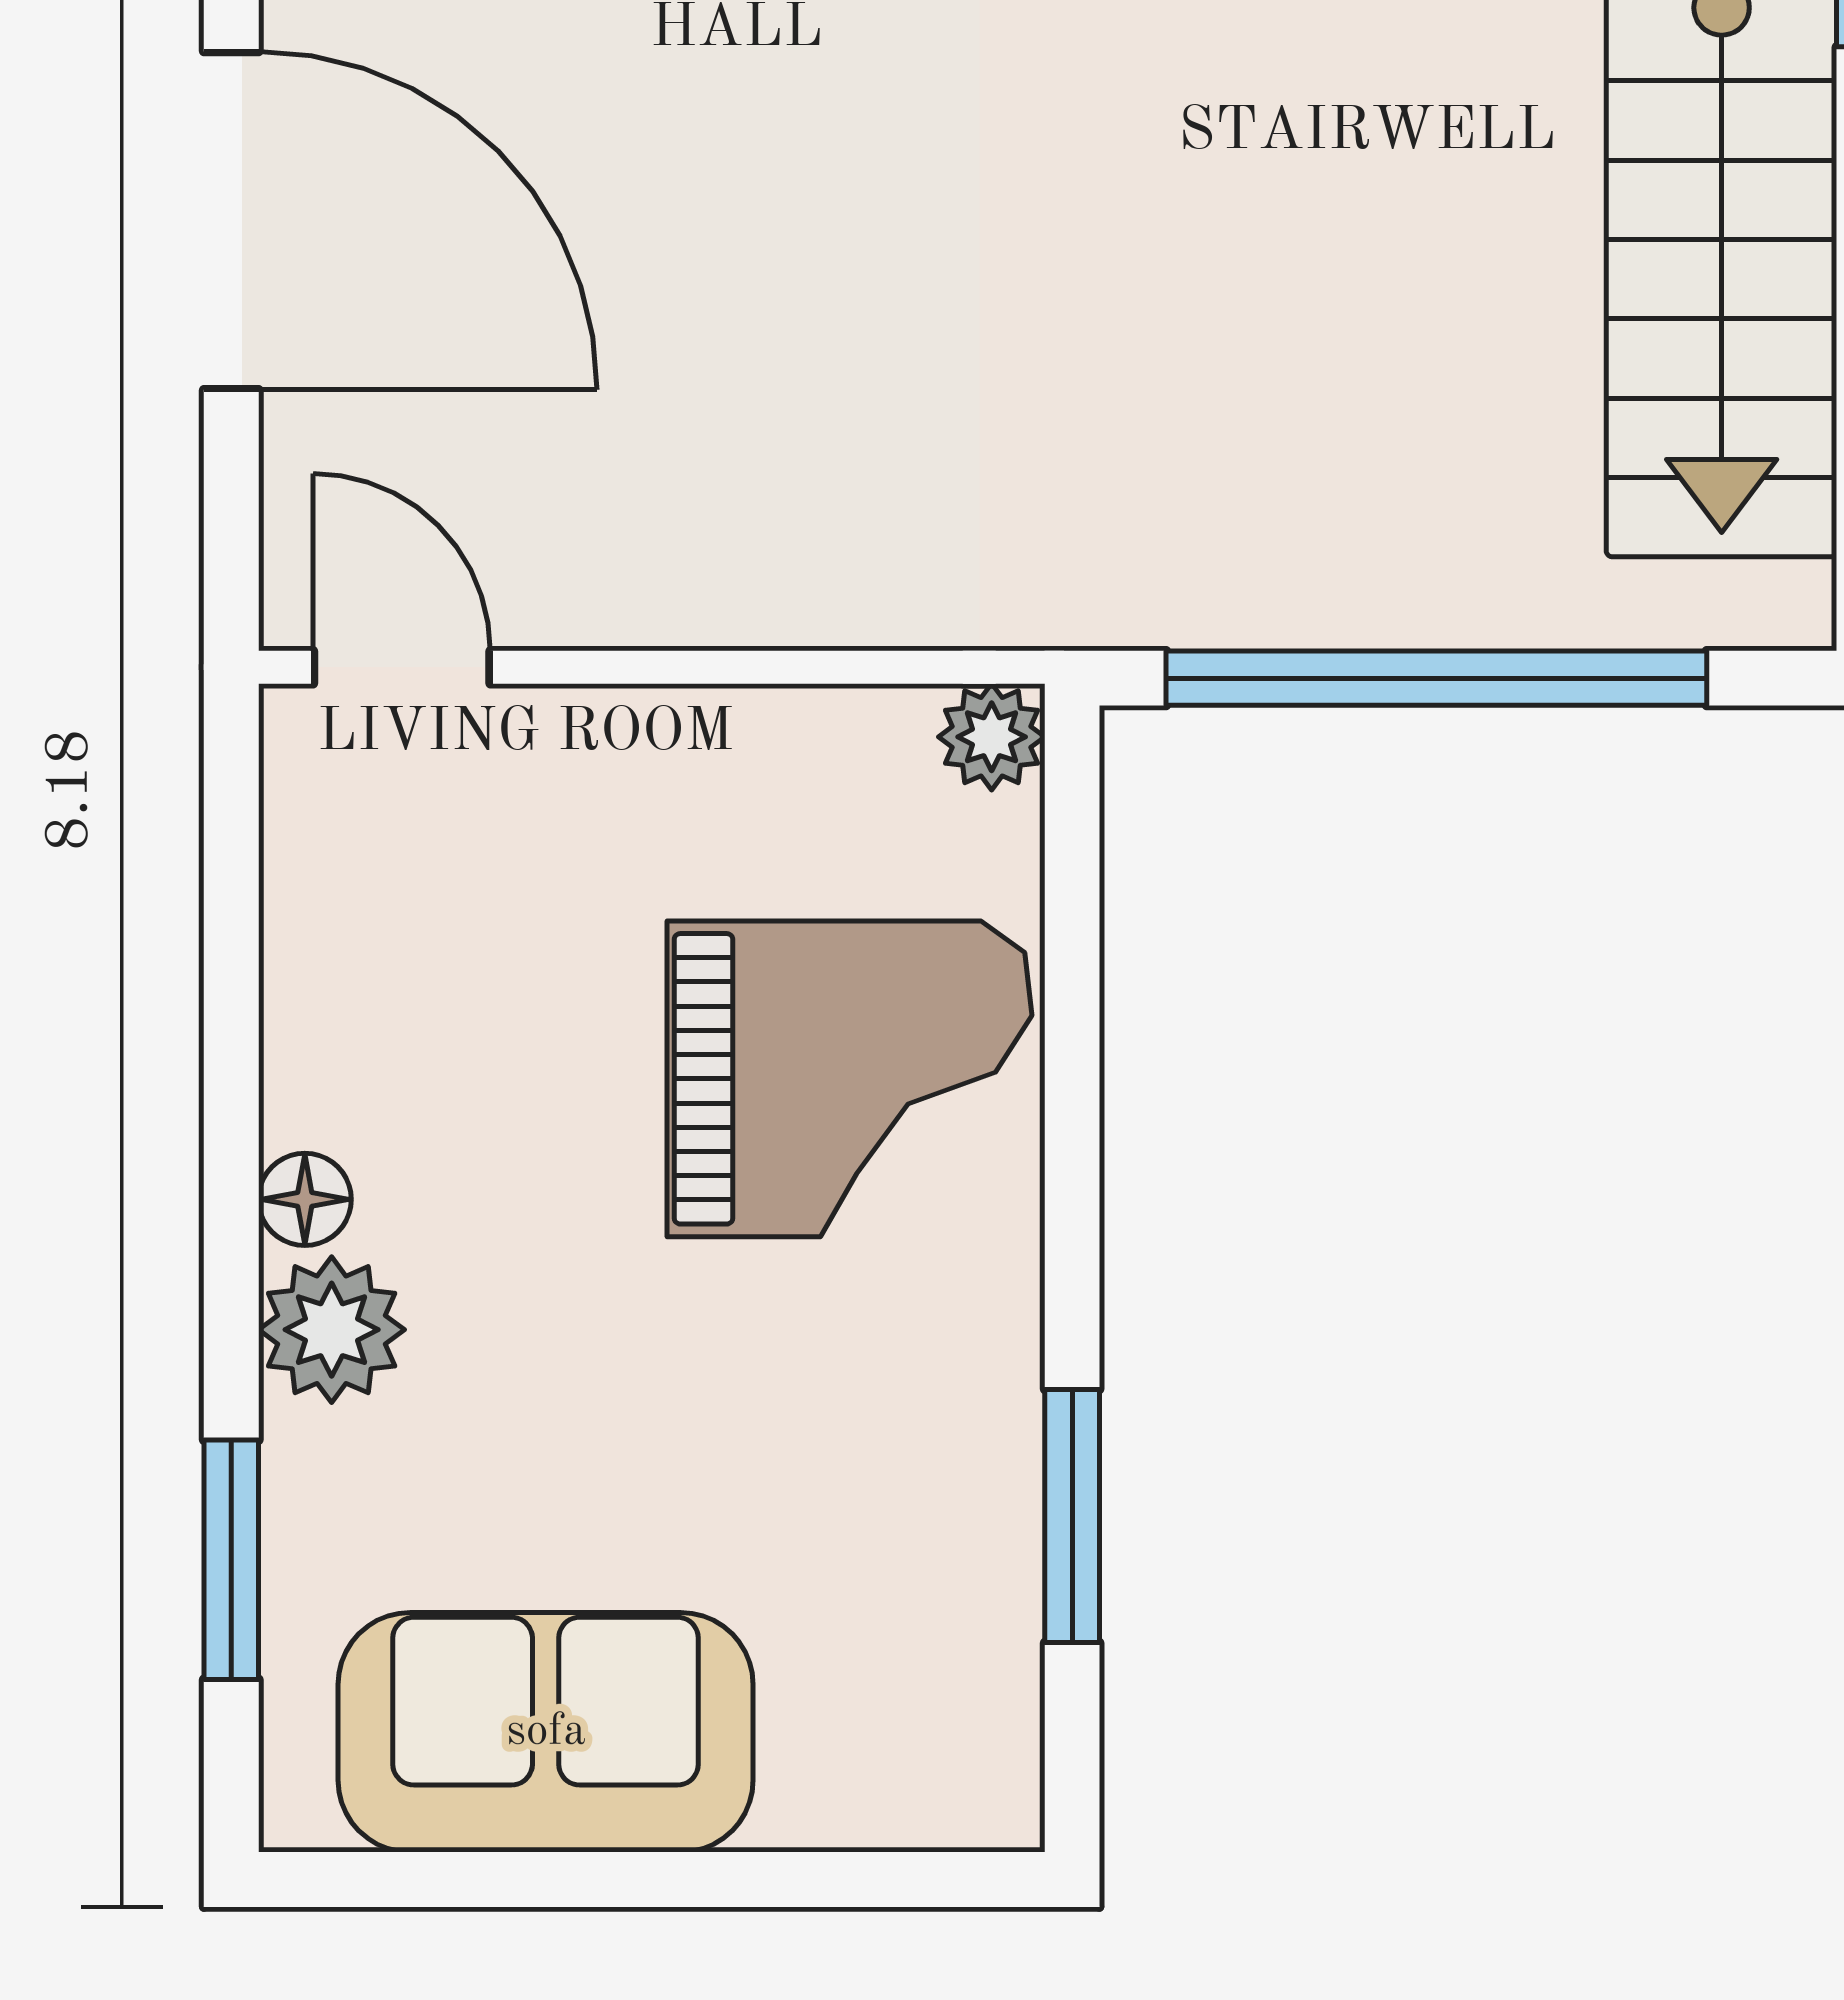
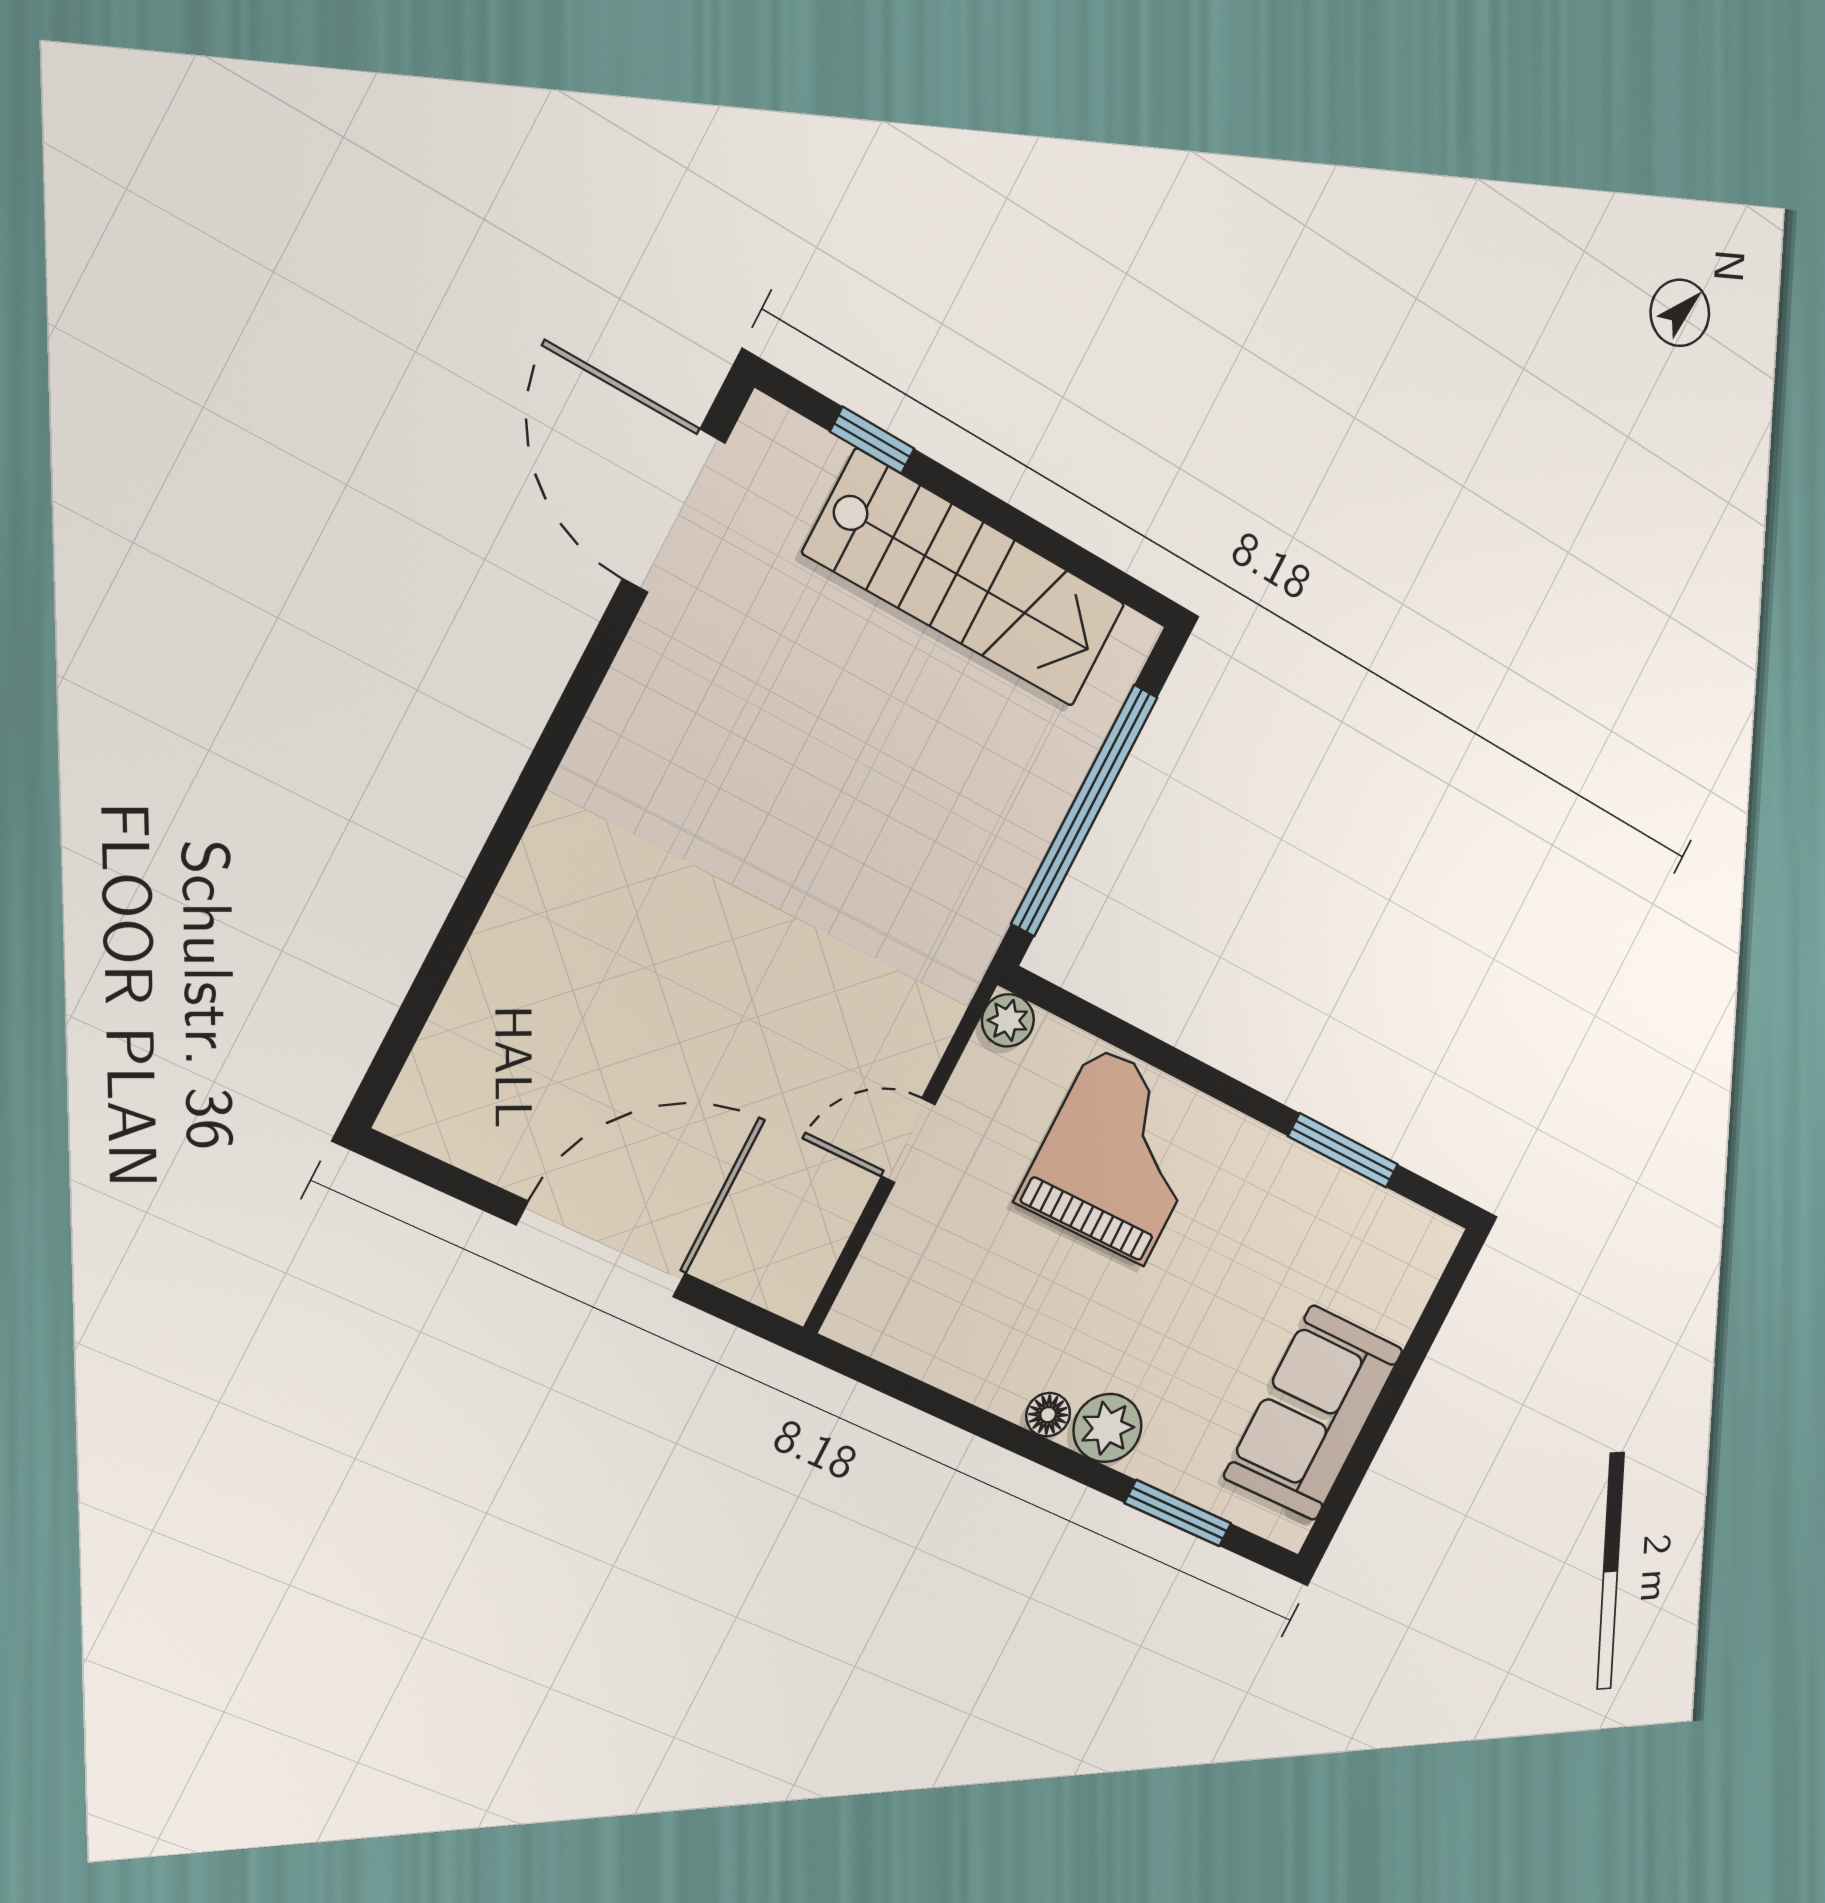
door: (402, 667) -> (908, 1140), moved

